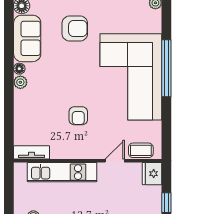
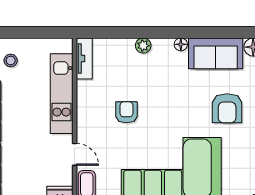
plant: (20, 82) -> (143, 46), moved
armchair: (78, 116) -> (126, 112), turned 90

